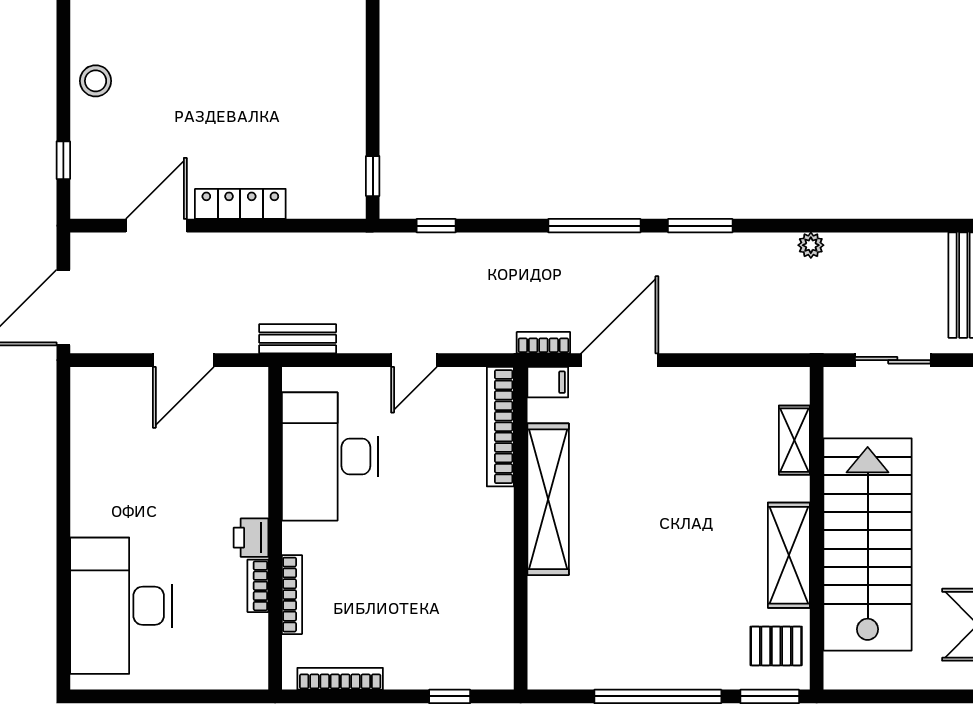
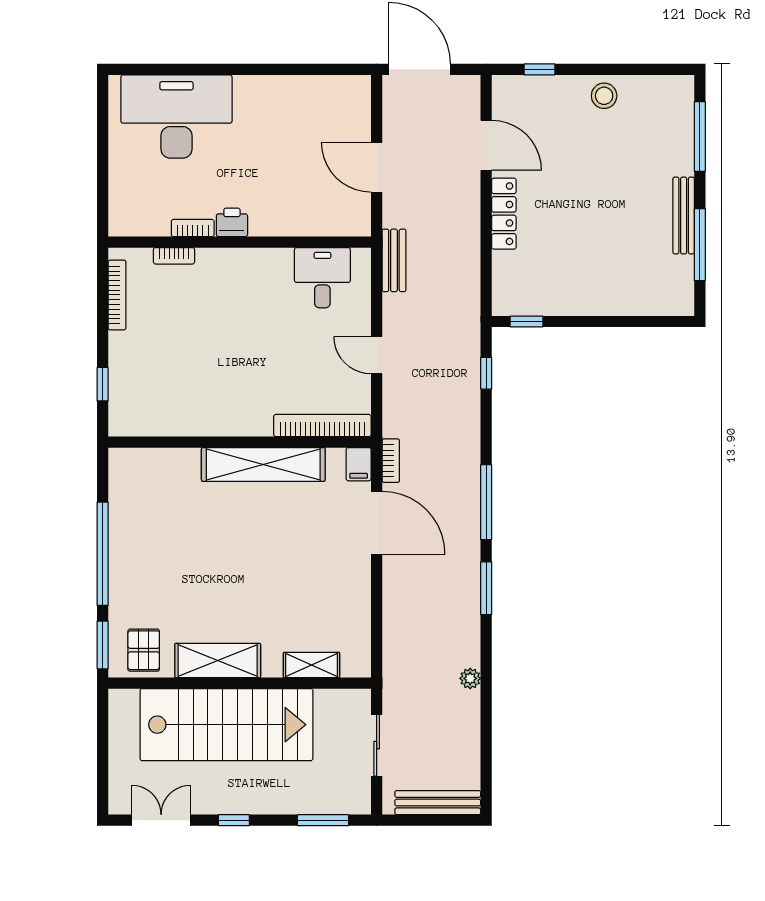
desk: (330, 457) -> (322, 278), width x0.53, depth x0.77
bookcase: (292, 595) -> (174, 256), width x0.64

